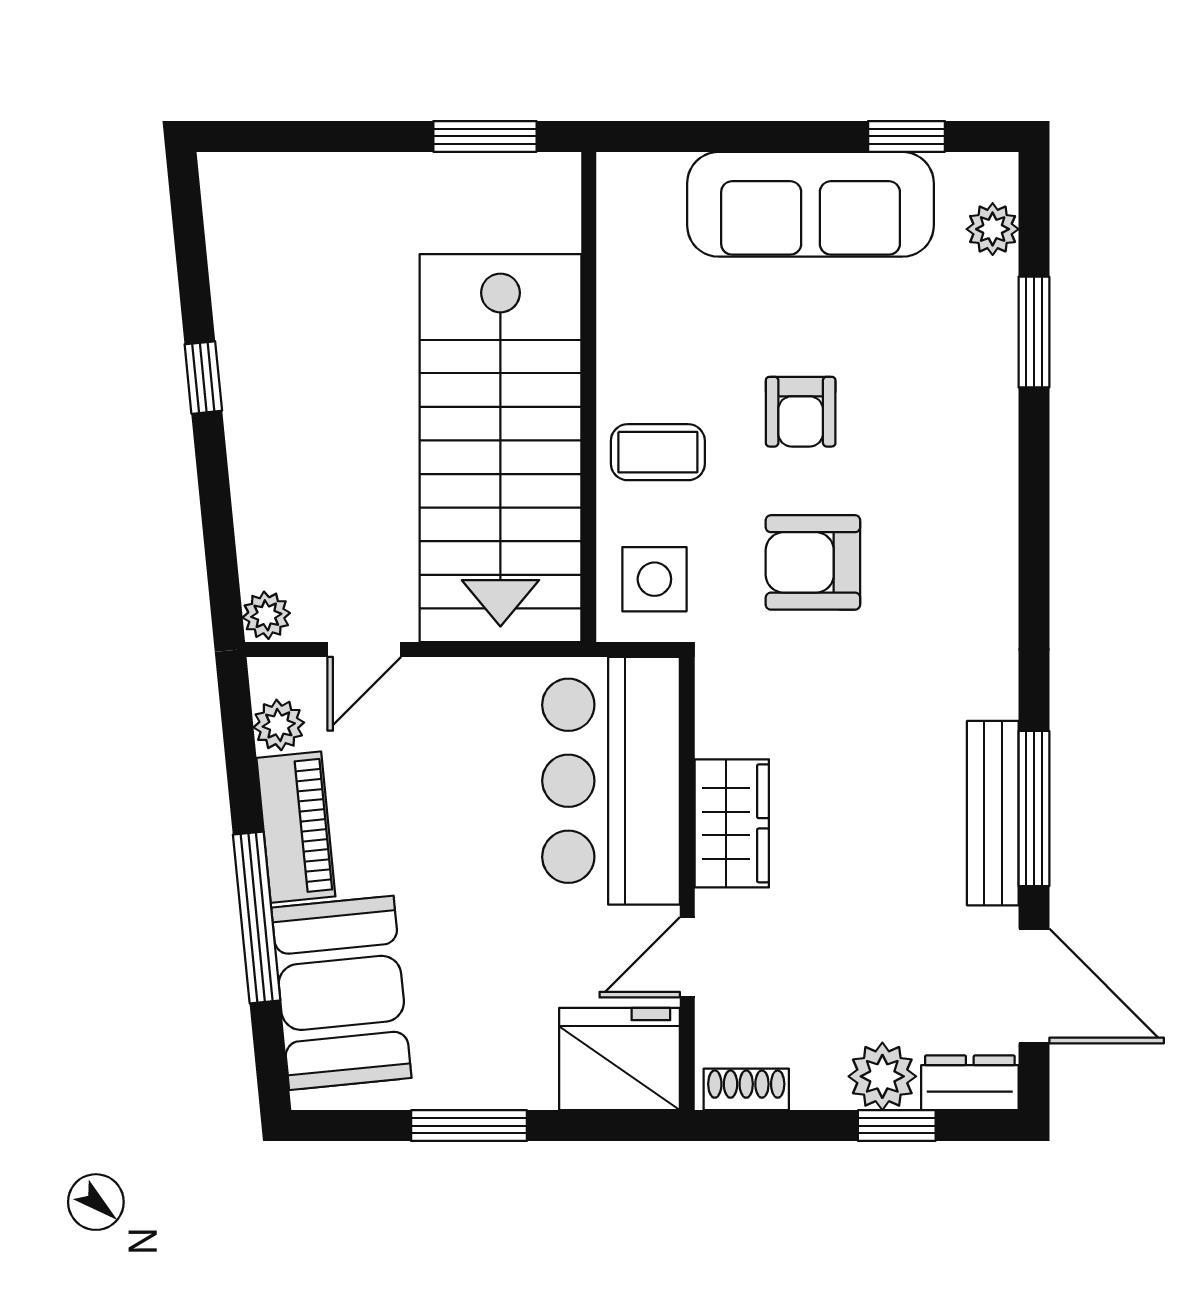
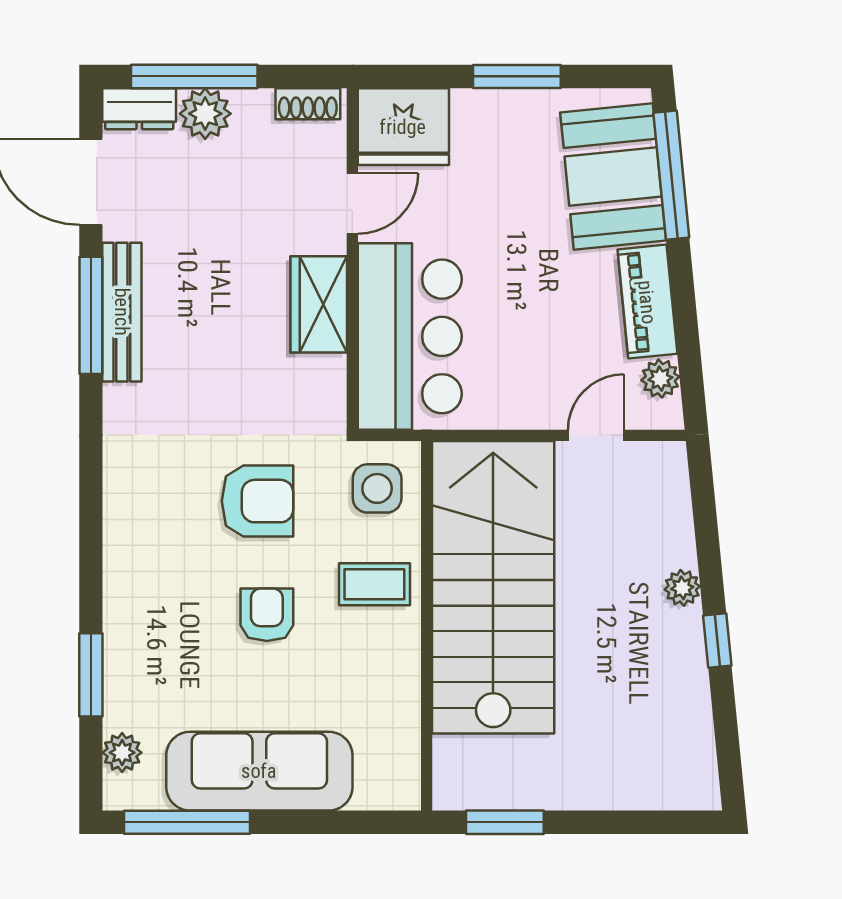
window: (906, 136) -> (187, 822), width x2.17
plant: (266, 615) -> (682, 588), moved
window: (257, 918) -> (671, 175), moved
window: (897, 1126) -> (194, 76), width x2.17

